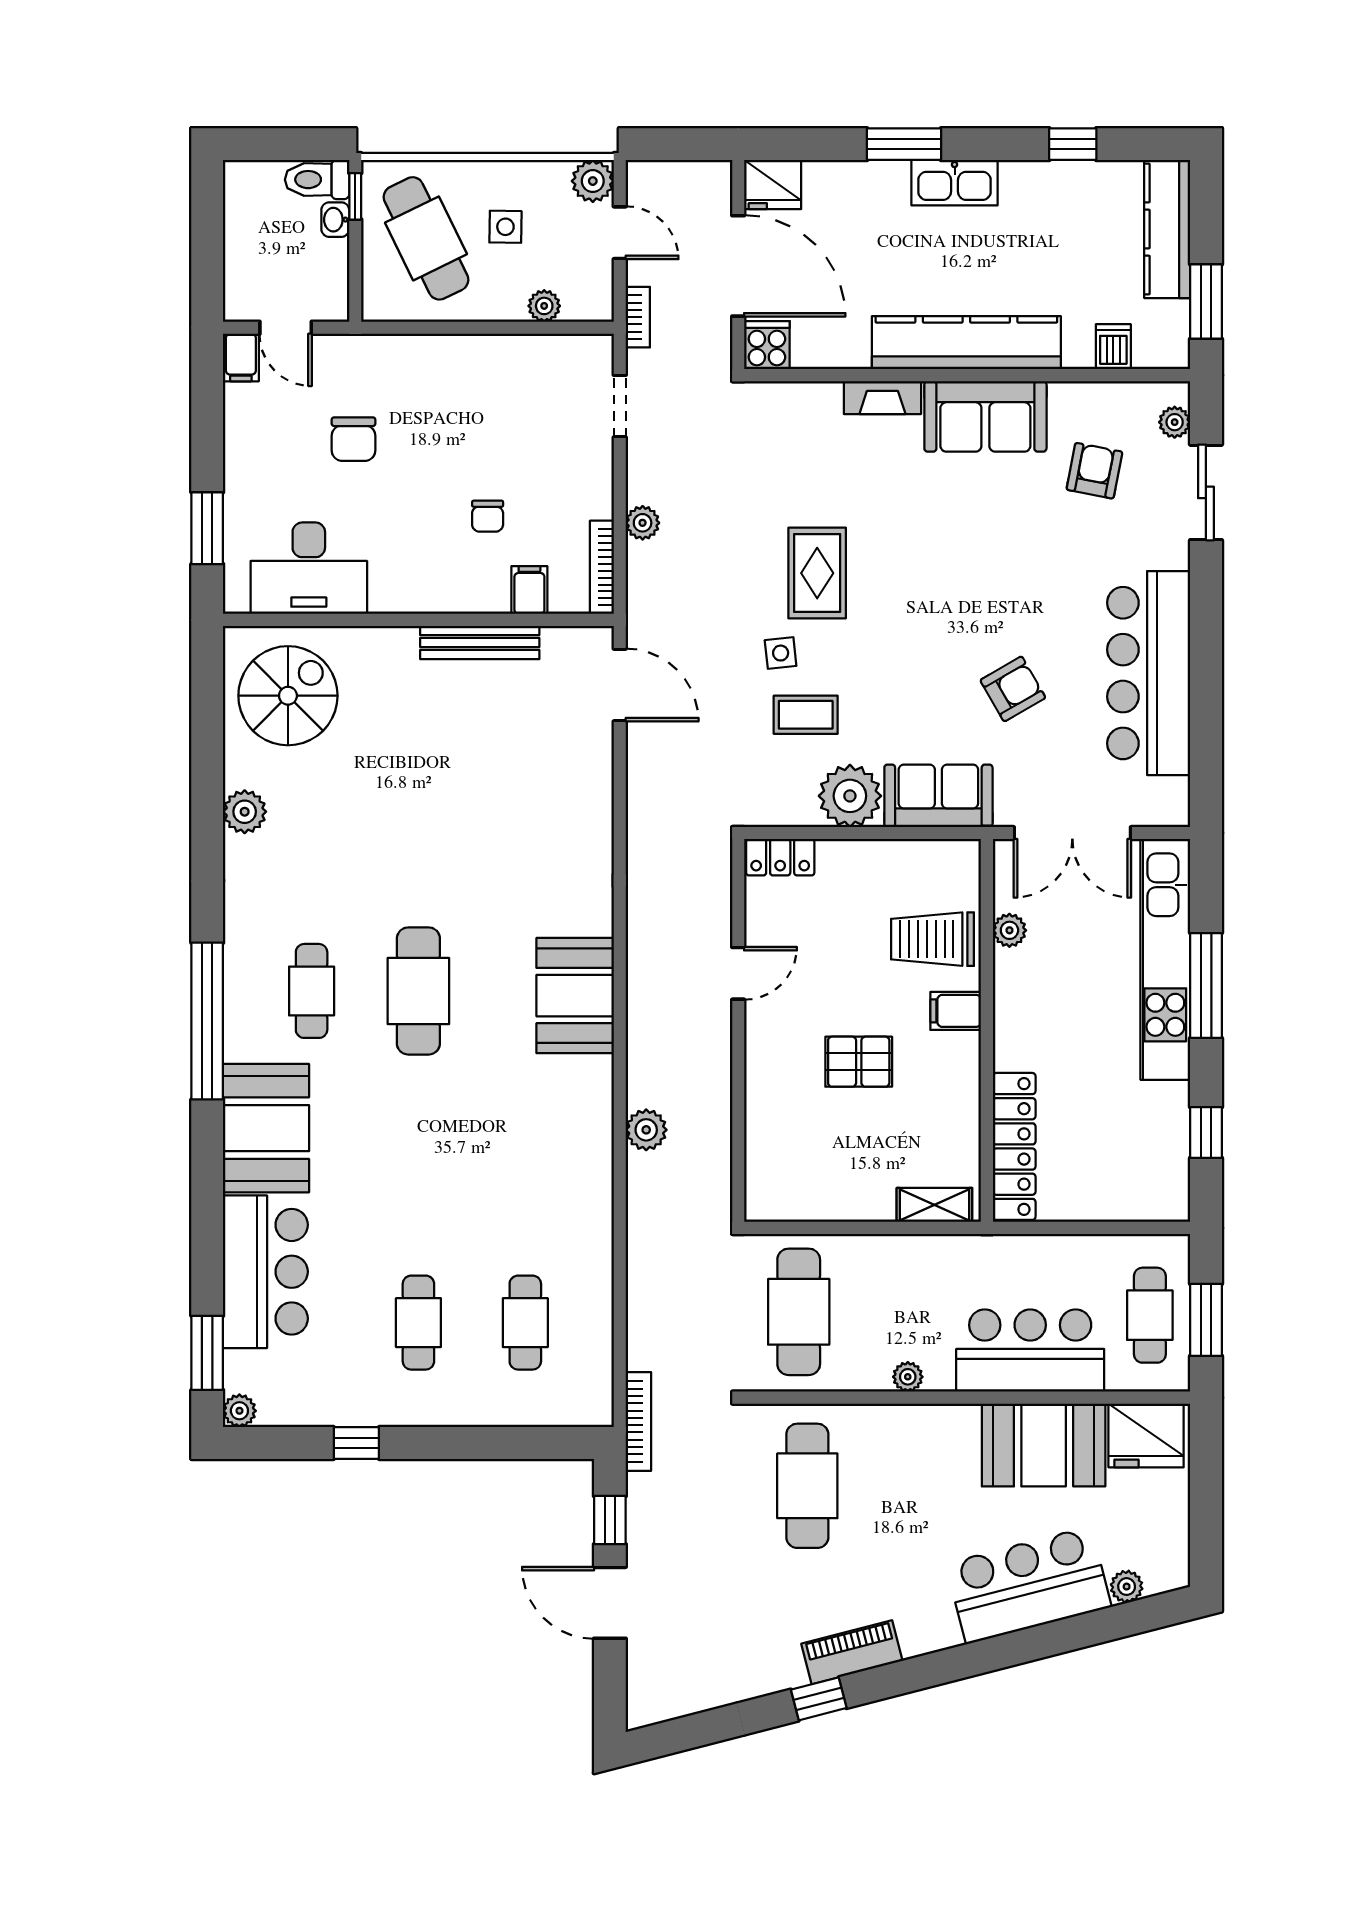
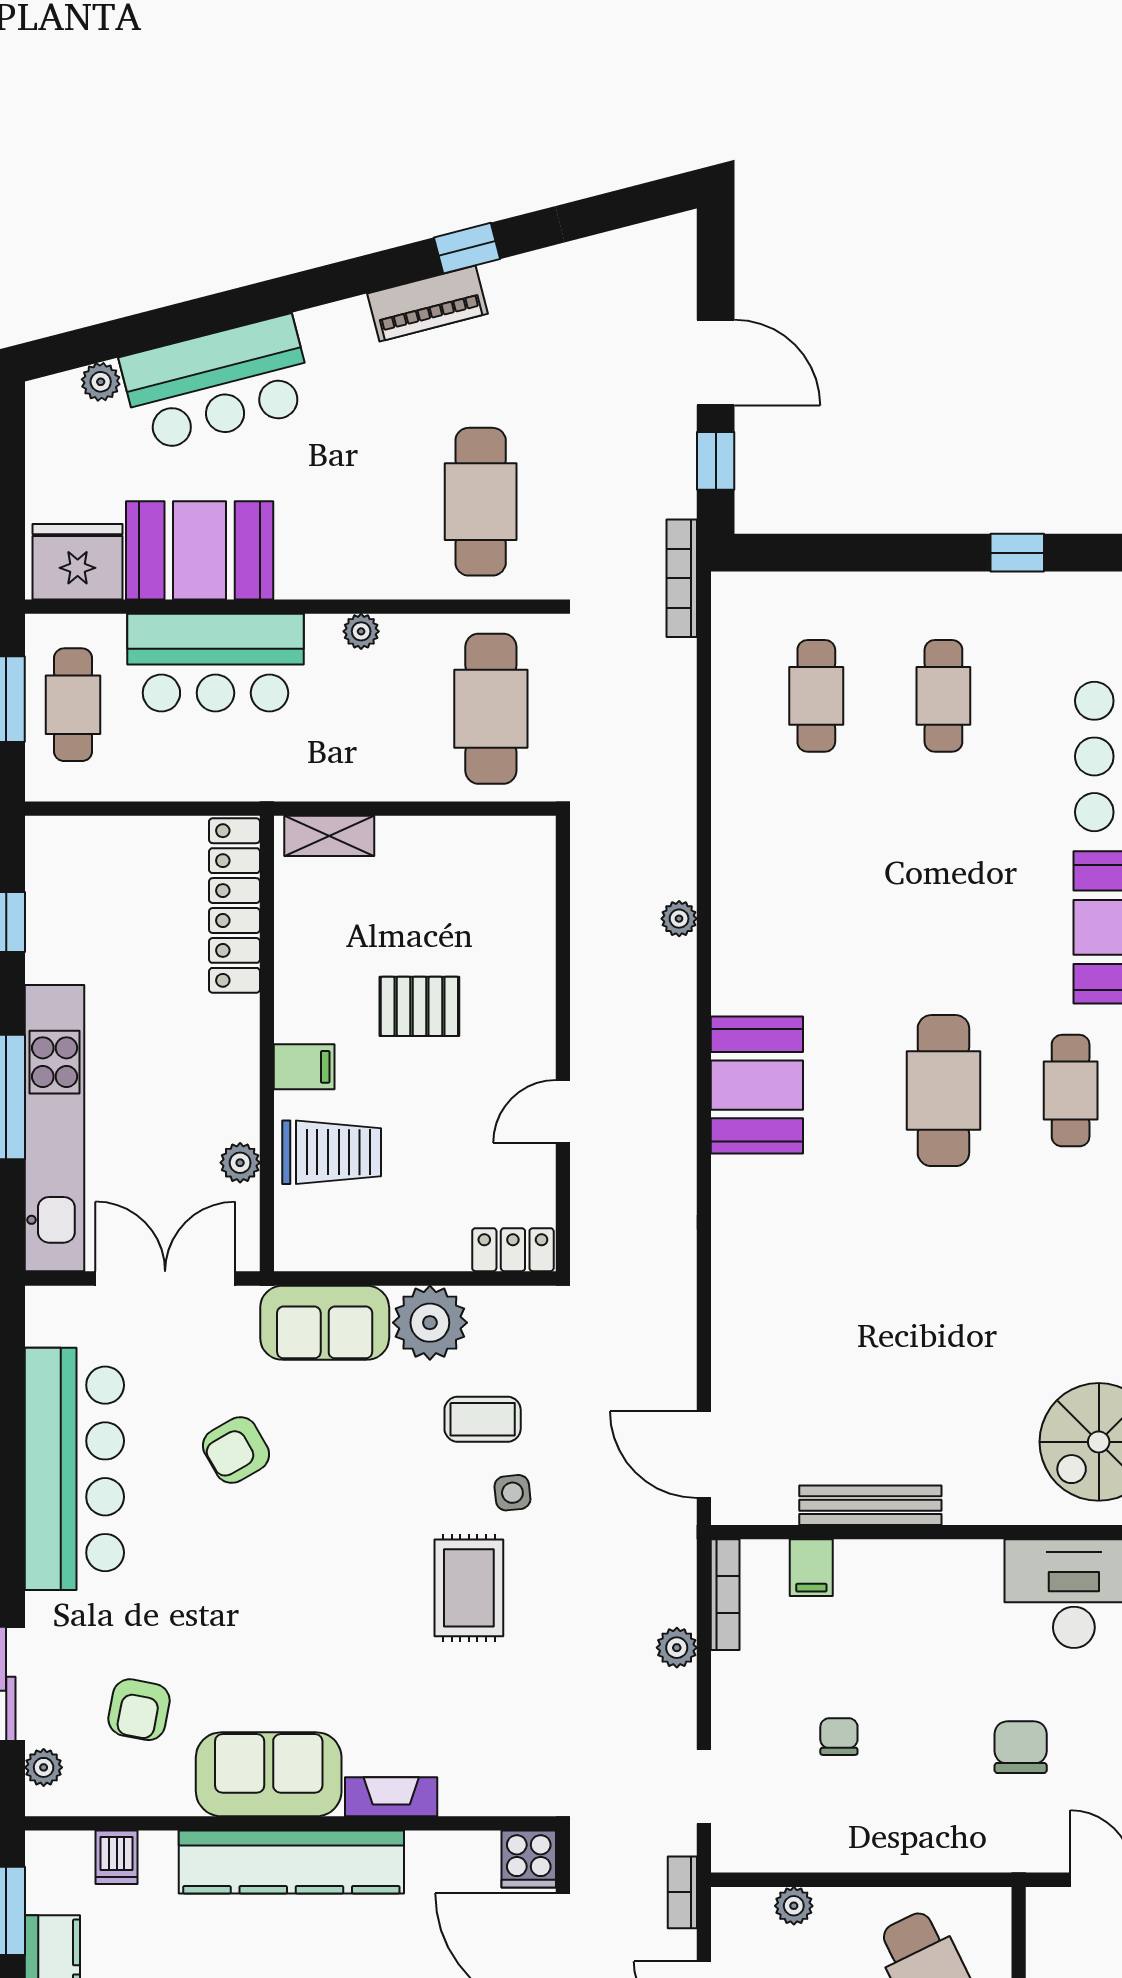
chair: (488, 516) -> (839, 1737), moved
plant: (646, 1130) -> (679, 919), width x0.73, depth x0.73

